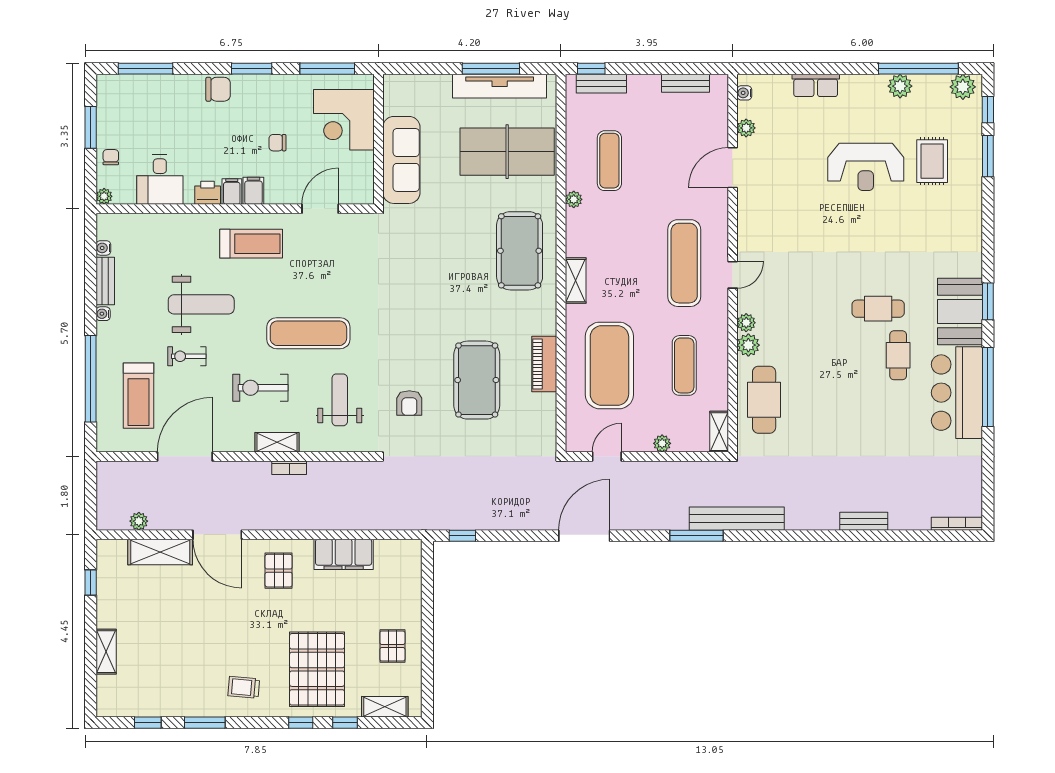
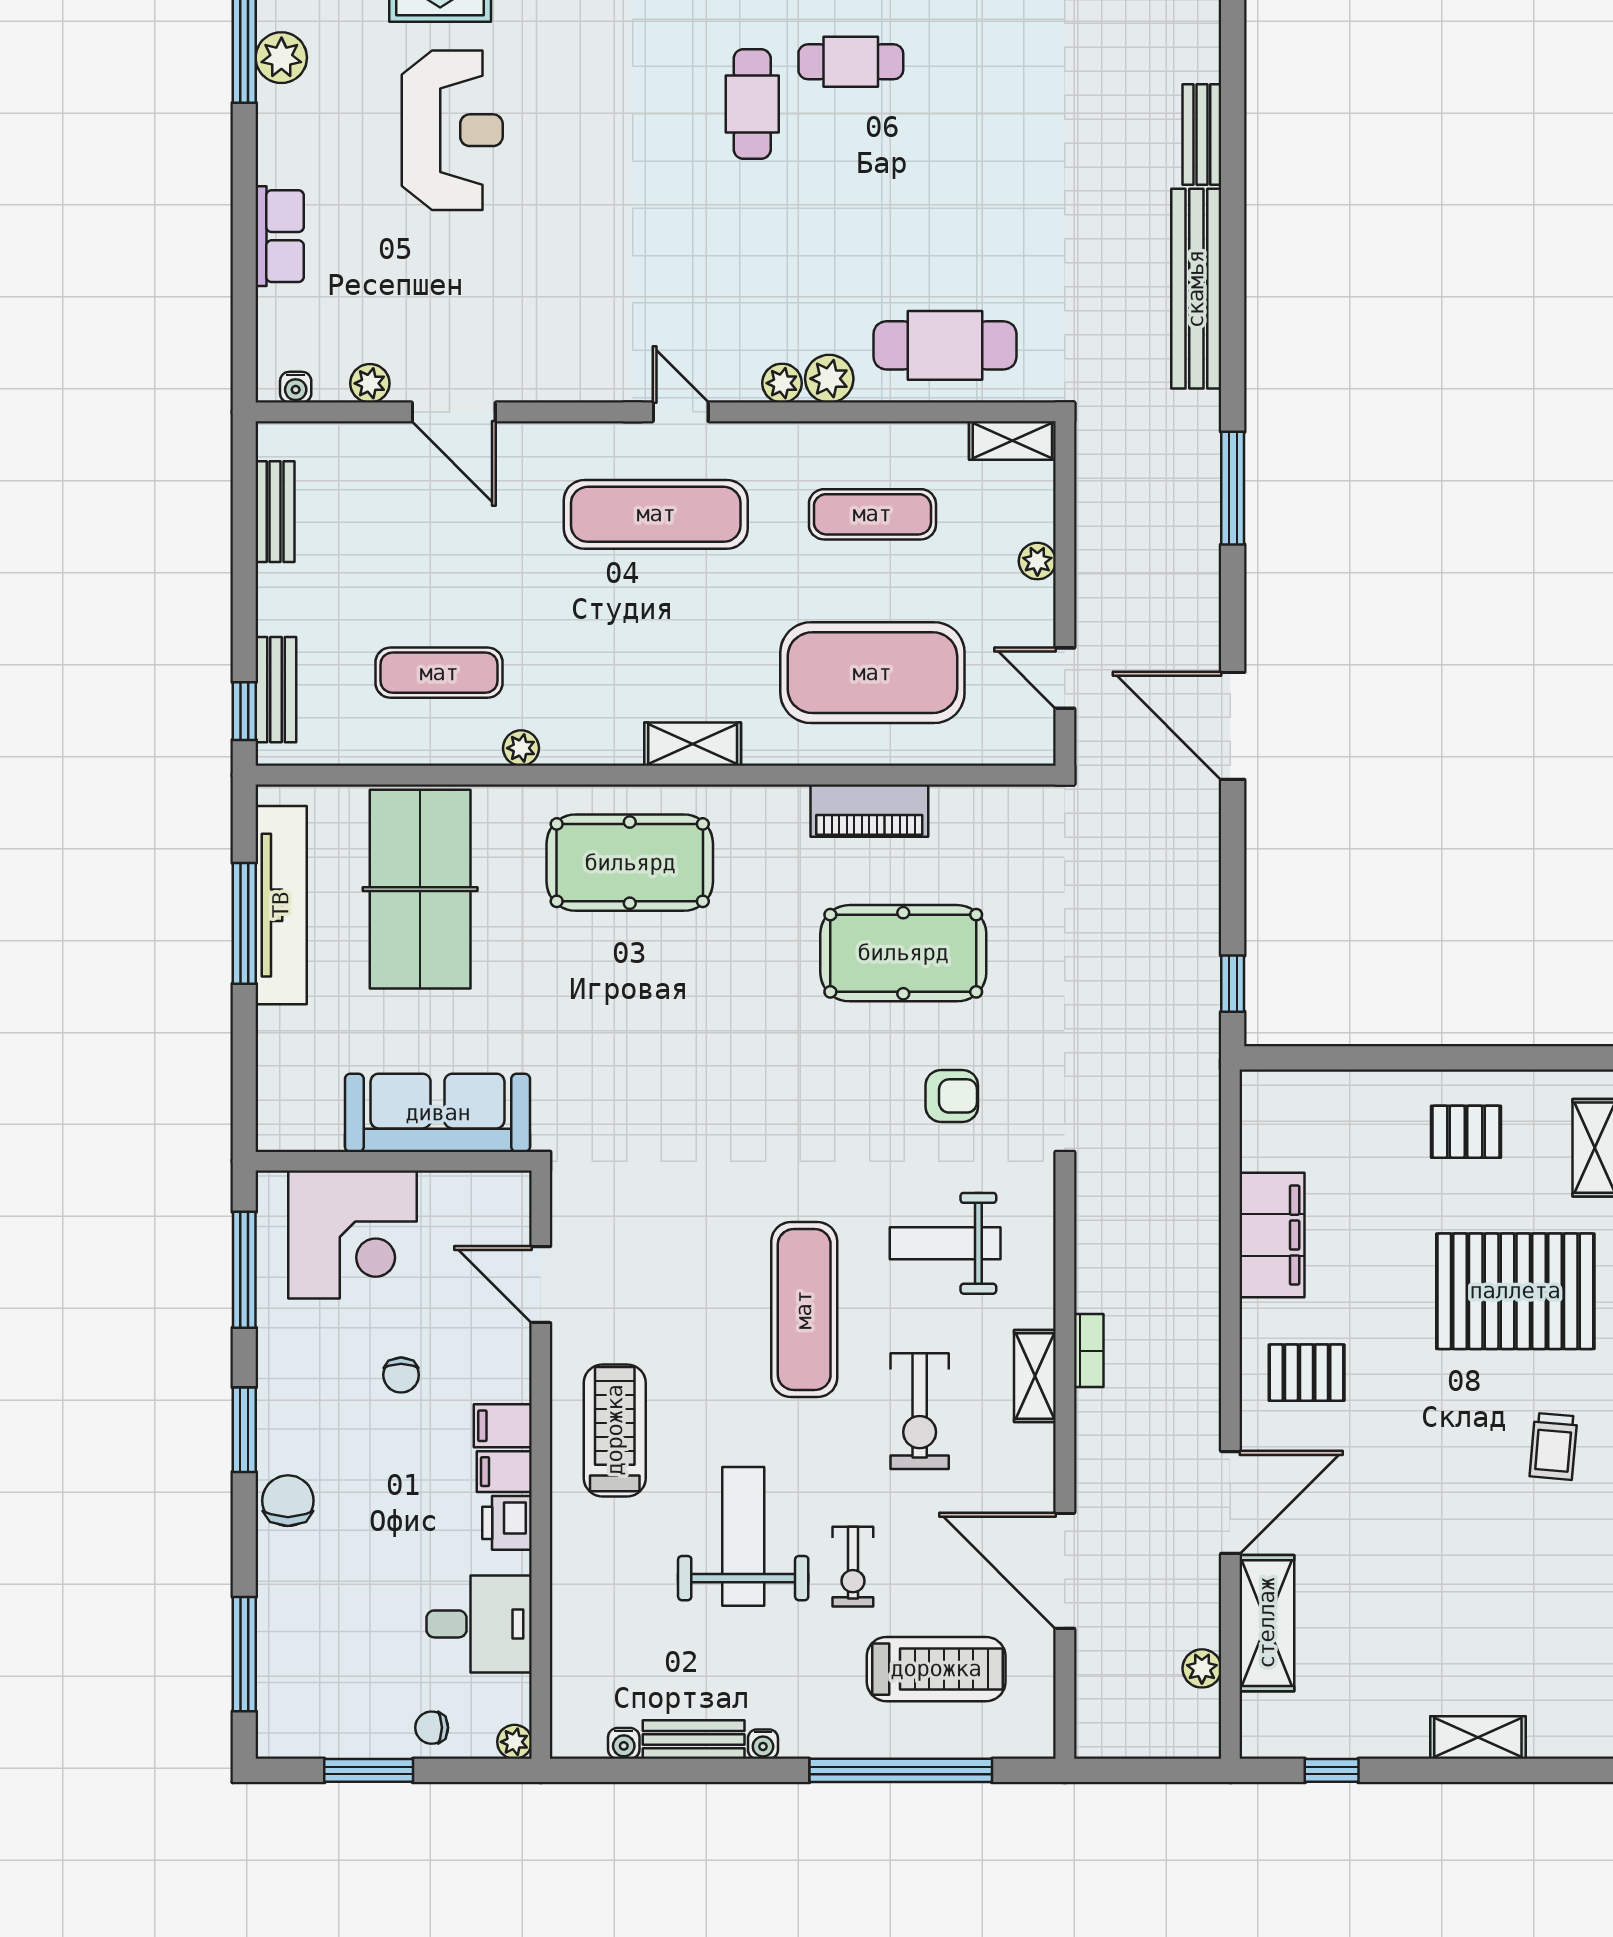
bench: (737, 519) -> (1196, 289), moved

